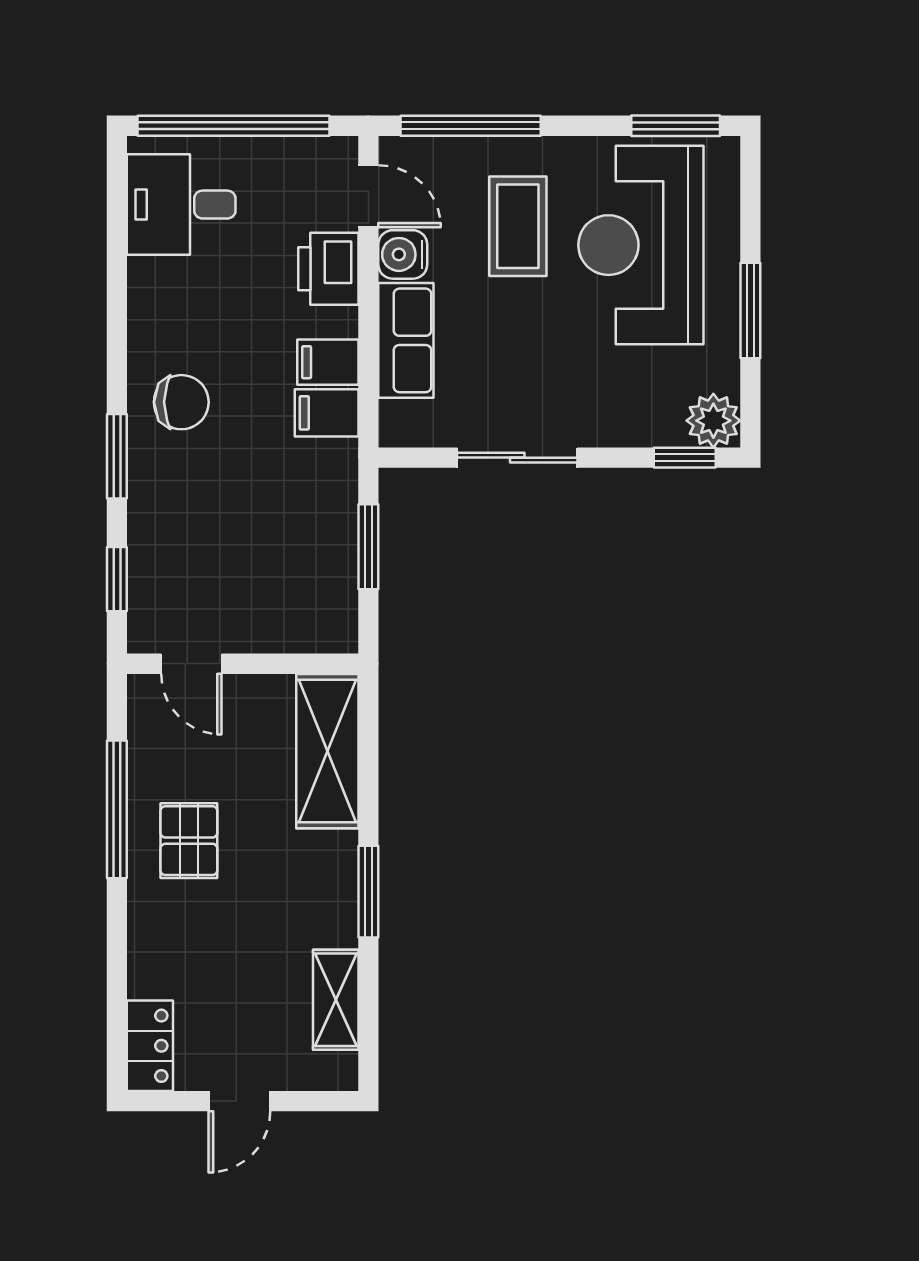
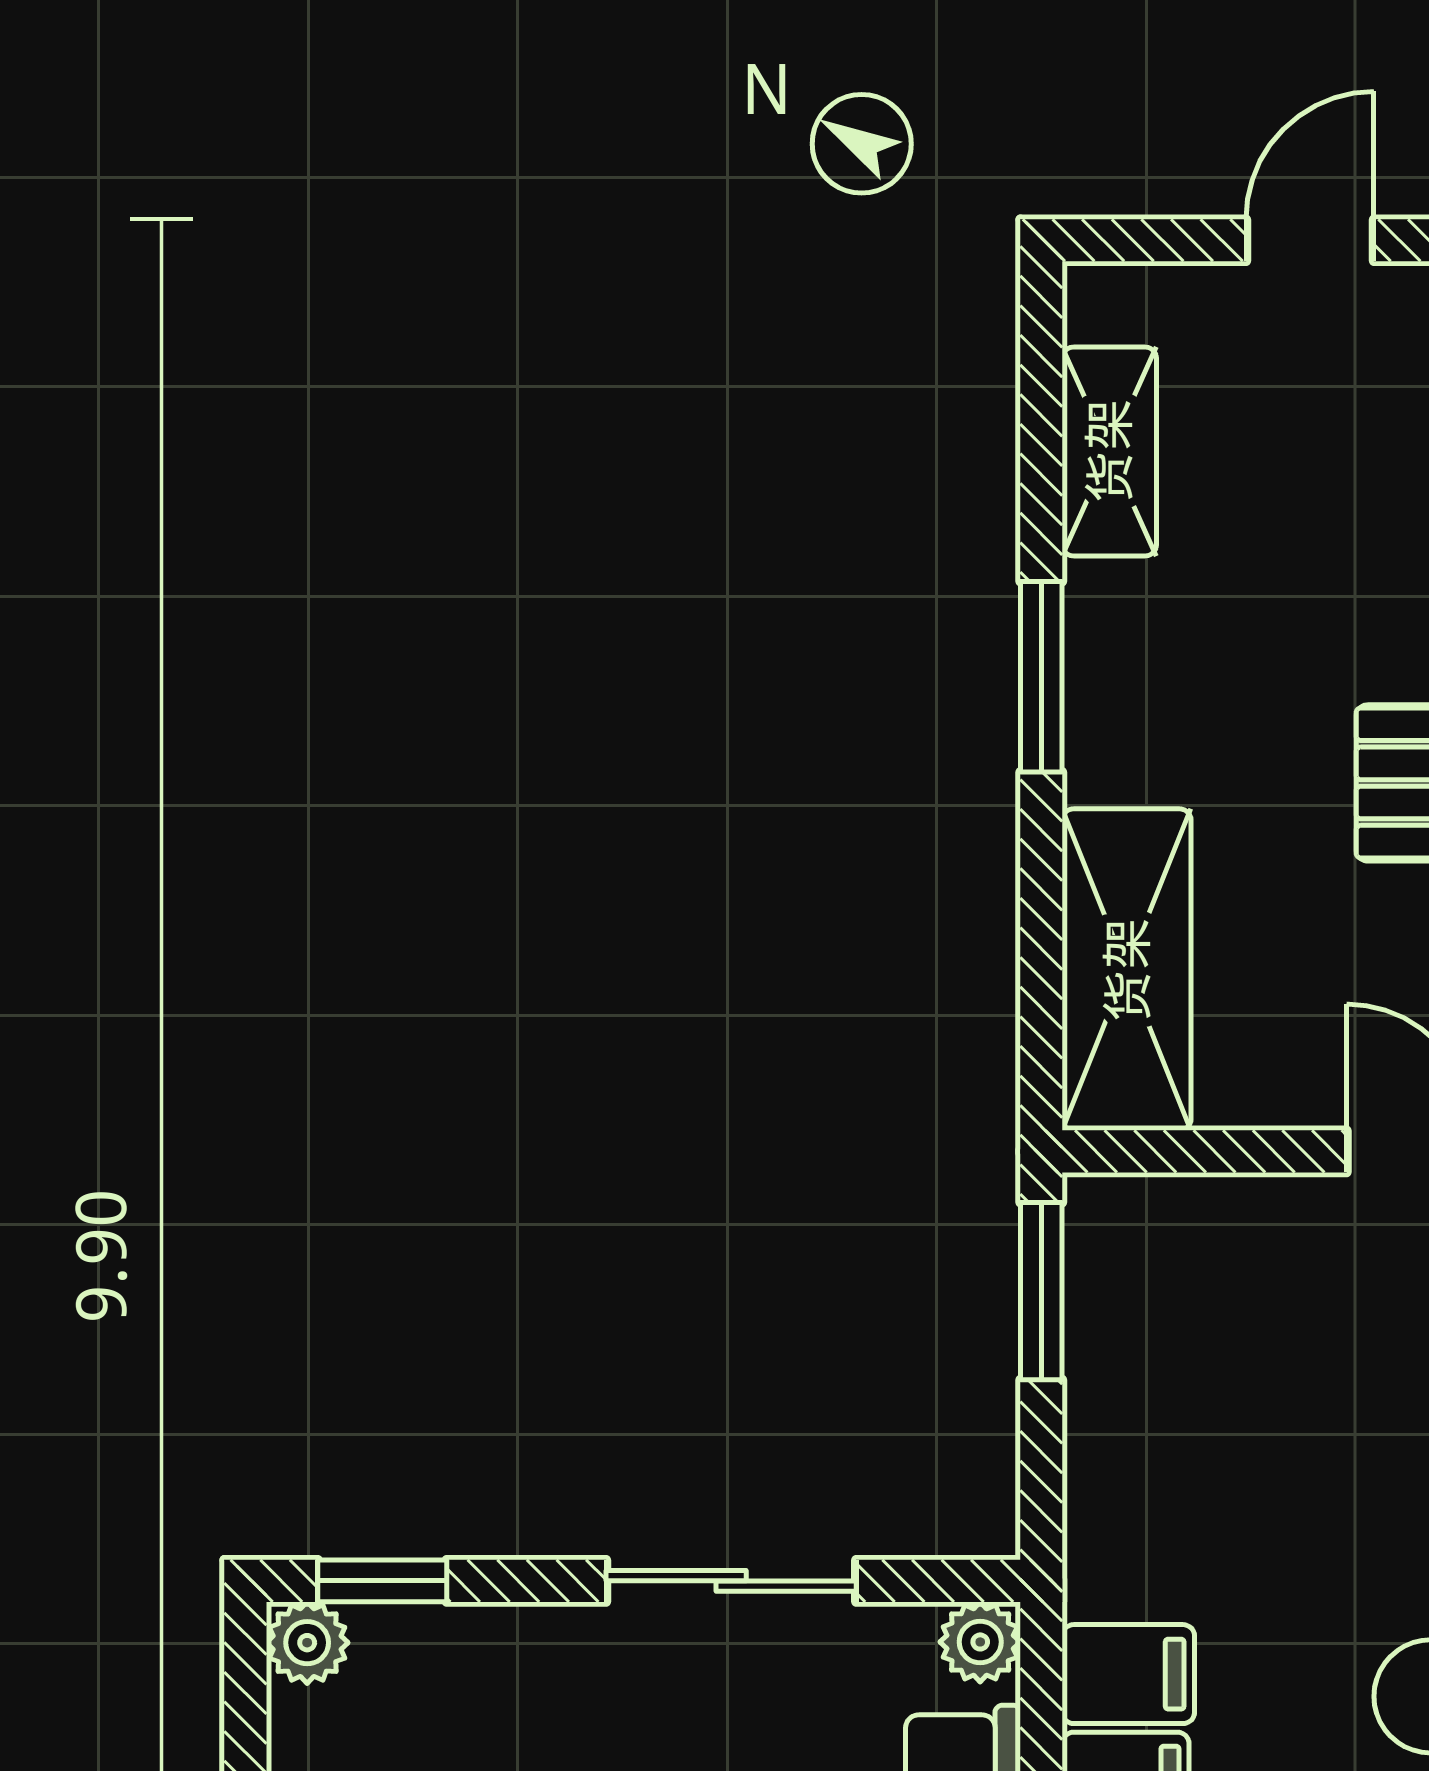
plant: (713, 421) -> (307, 1643), width x0.73, depth x0.73
plant: (398, 428) -> (980, 1642), added
window: (368, 547) -> (1041, 1291), moved

